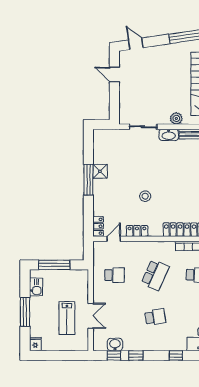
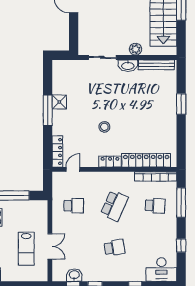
locker: (98, 226) -> (57, 151), width x1.53
locker: (137, 231) -> (110, 162), moved

